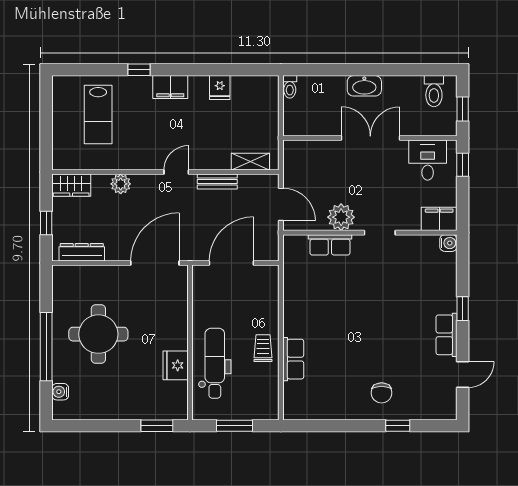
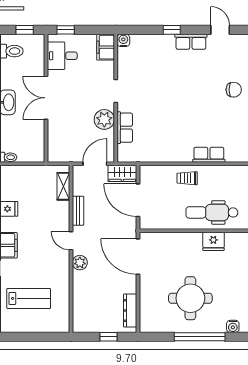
plant: (121, 184) -> (80, 263), moved
wardrobe: (71, 185) -> (122, 173), moved, turned 90
trolley: (263, 348) -> (187, 178), moved

